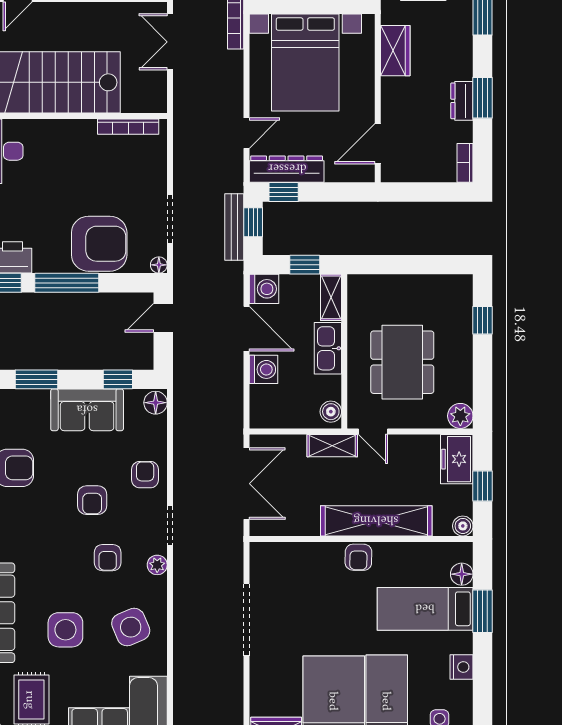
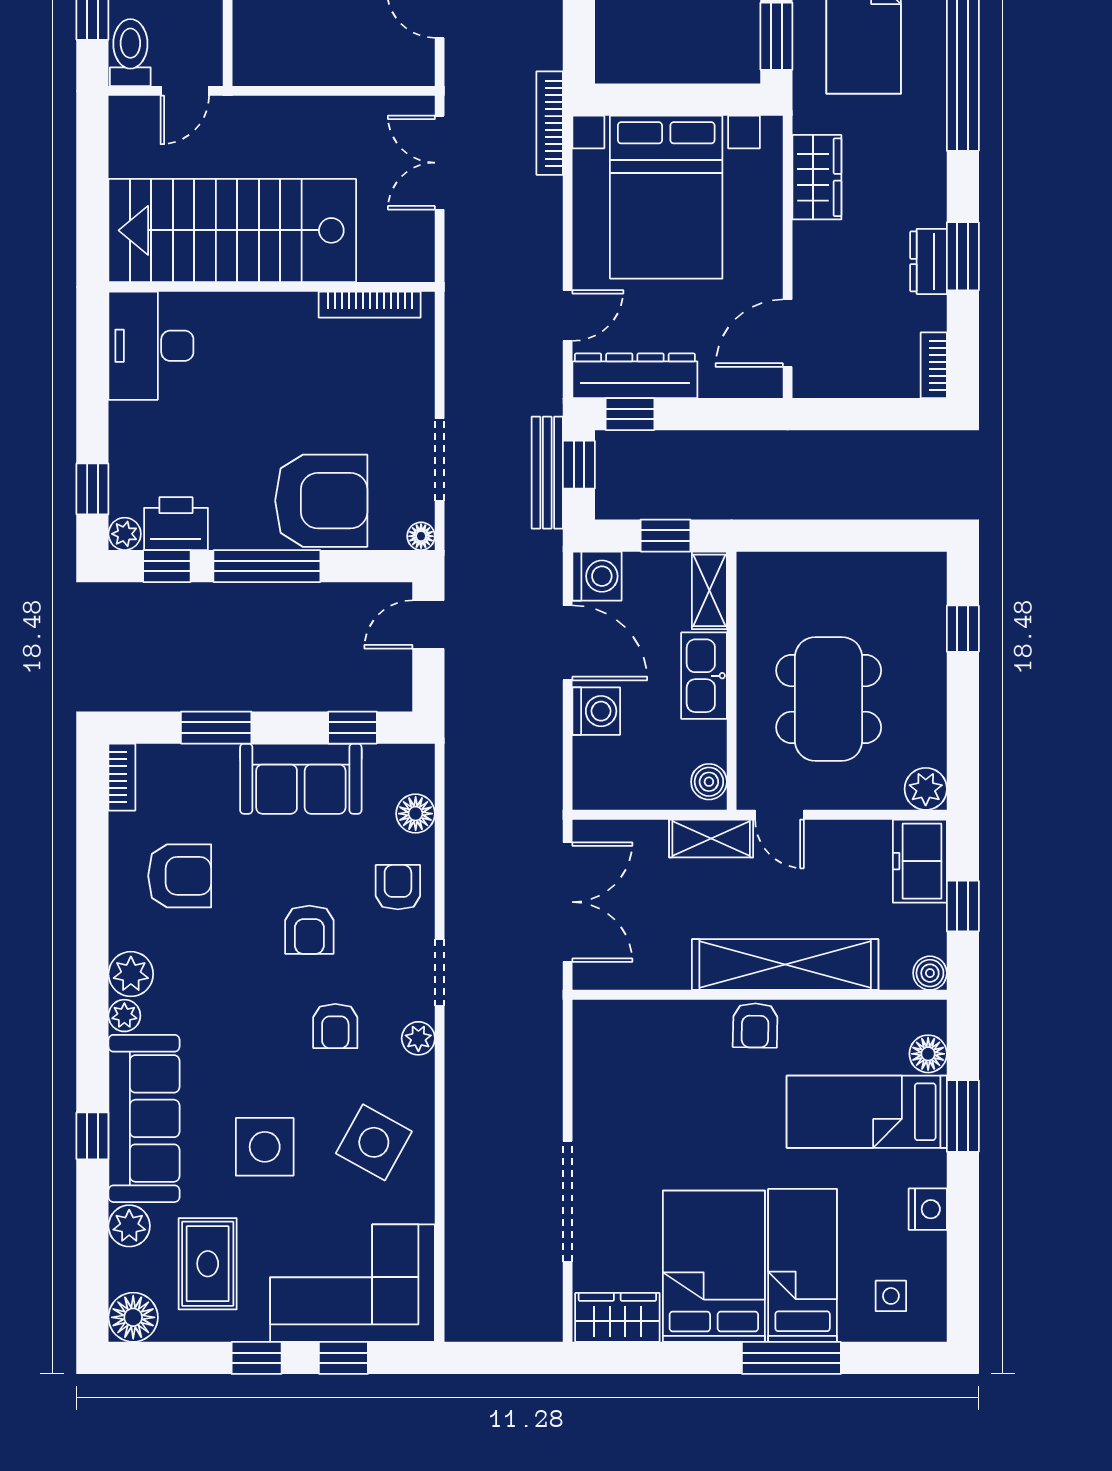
floor lamp: (156, 403) -> (416, 814), moved
doorway: (246, 620) -> (568, 1202), moved
side table: (131, 627) -> (374, 1142), turned -38

